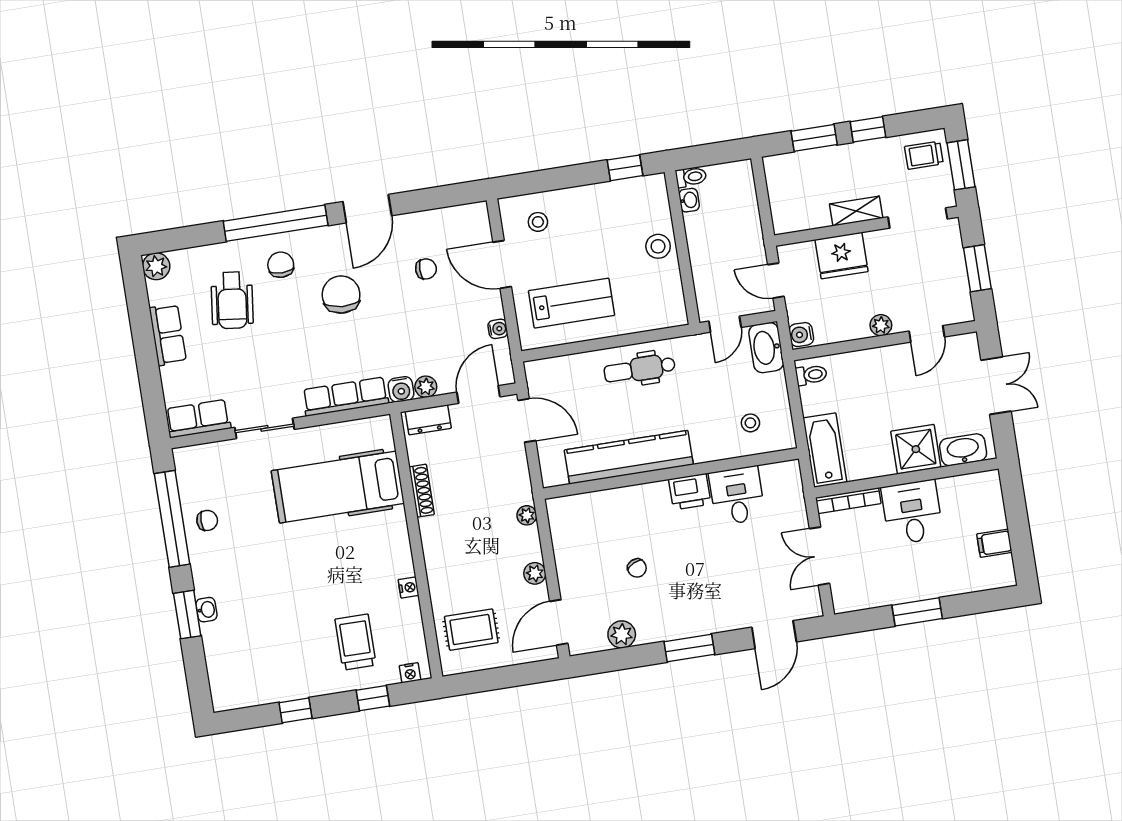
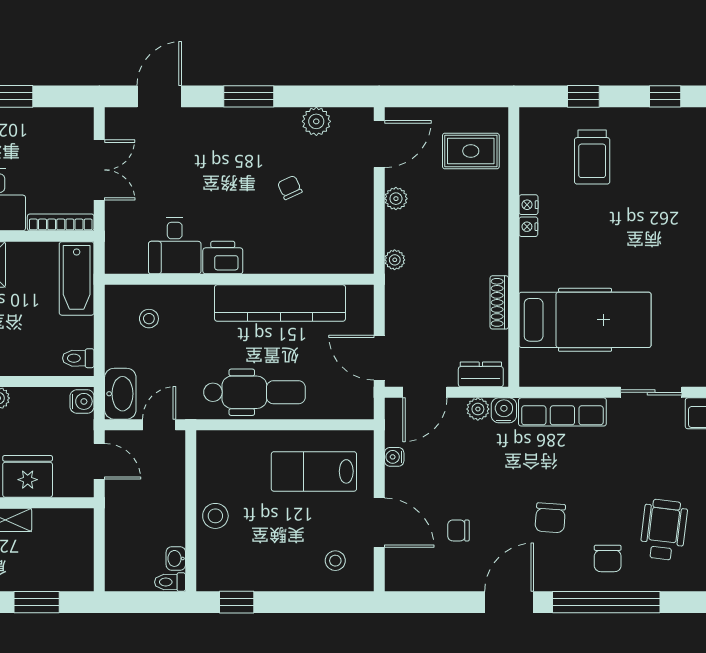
chair: (341, 295) -> (550, 518), width x0.73, depth x0.73
dental chair: (640, 369) -> (254, 392), width x1.36, depth x1.38
nightstand: (410, 673) -> (528, 227), moved, turned -90

